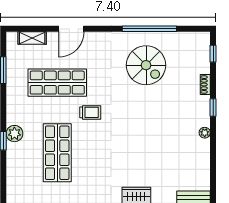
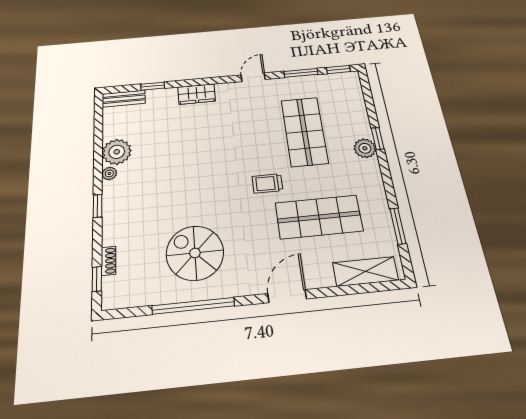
door: (71, 29) -> (287, 296), moved
shelving: (32, 38) -> (365, 271), width x1.50, depth x1.33
shoe rack: (205, 84) -> (108, 261), moved
plant: (199, 150) -> (117, 152), added

